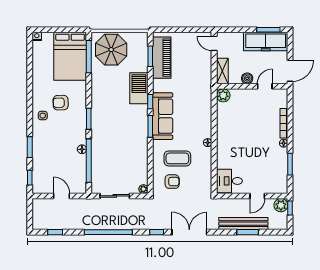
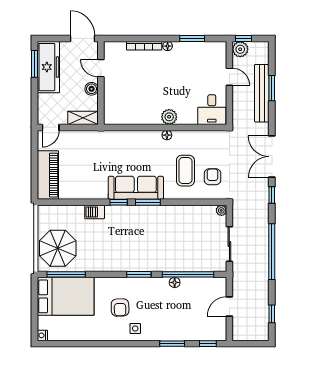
window: (150, 56) -> (66, 202), removed
piano: (162, 58) -> (48, 175), moved, turned 90
barbecue: (139, 88) -> (95, 212), width x0.53, depth x0.65
plant: (223, 95) -> (169, 117), moved

